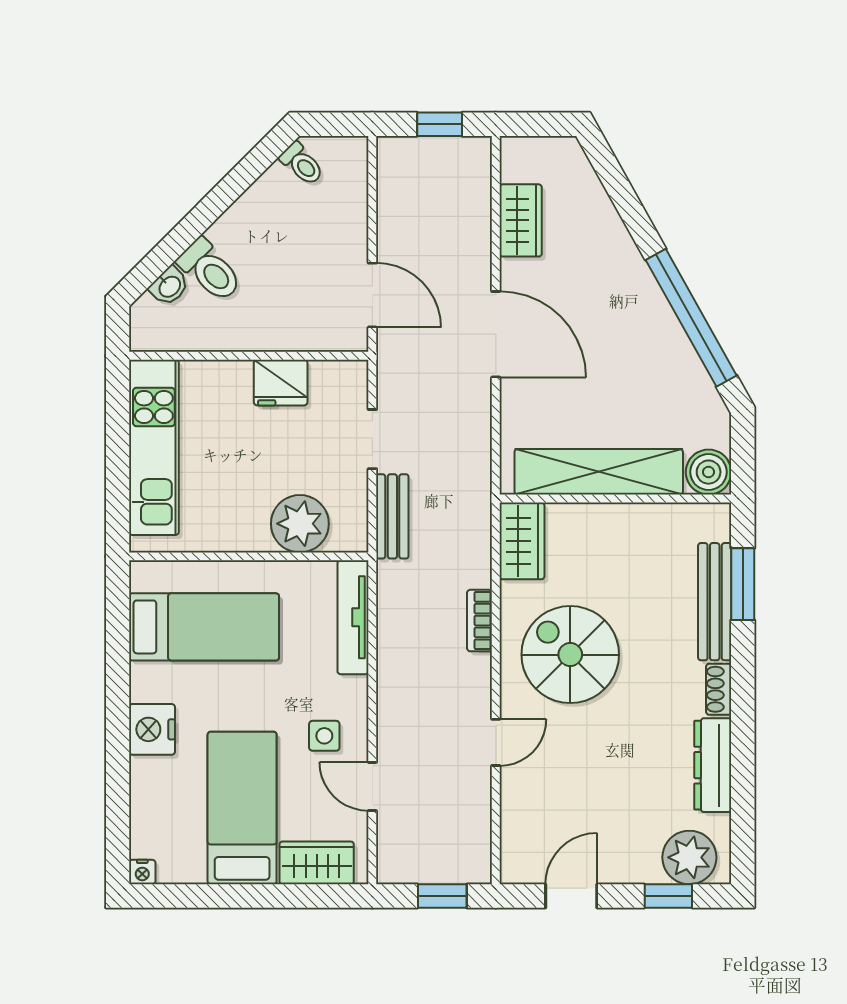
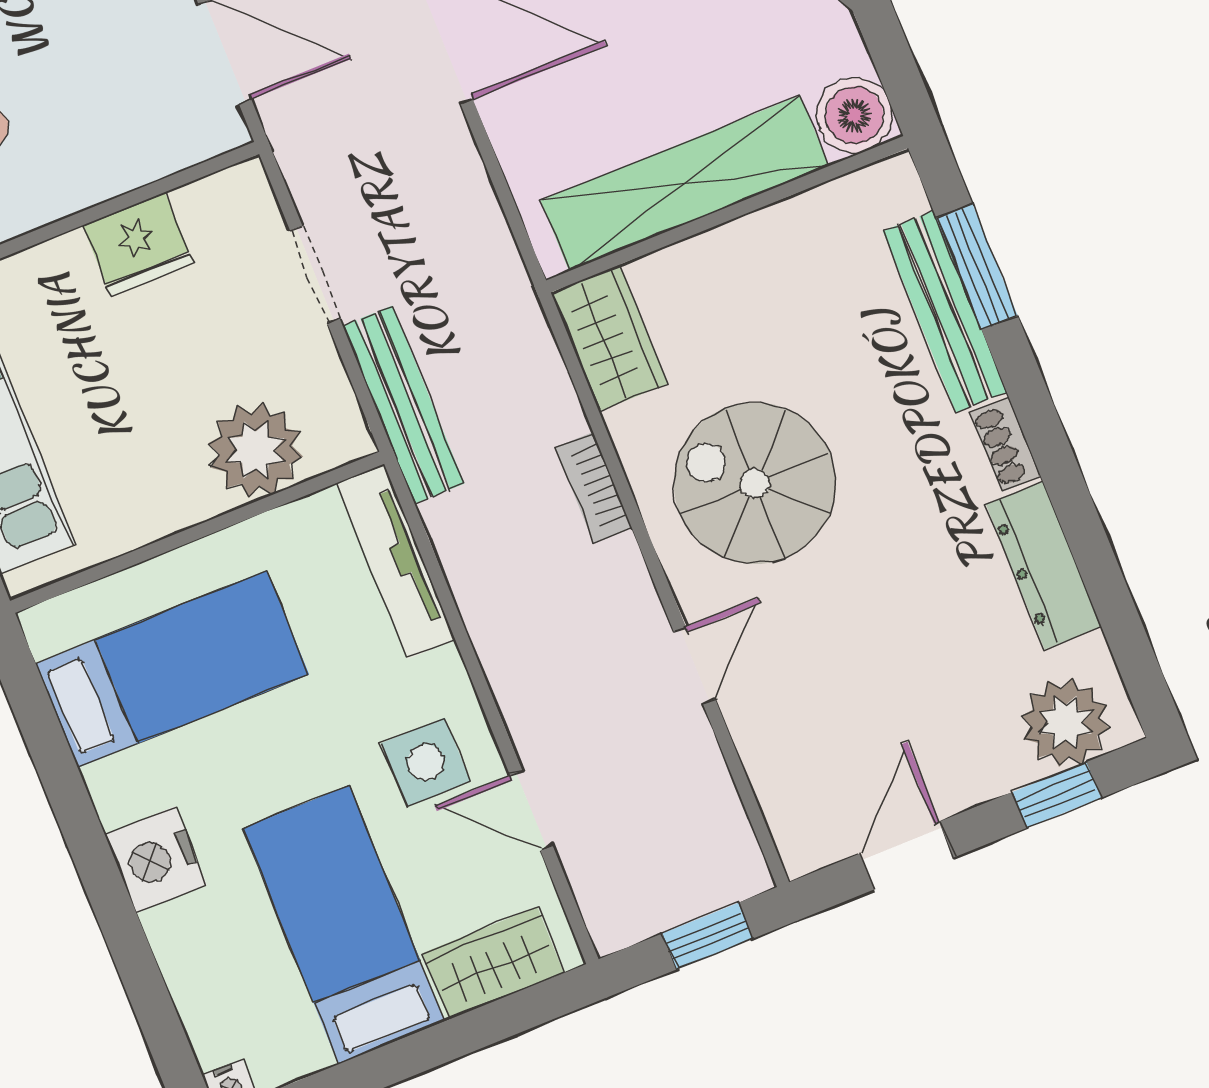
bench: (392, 516) -> (403, 405), width x1.36
side table: (324, 736) -> (426, 762), width x1.37, depth x1.37

